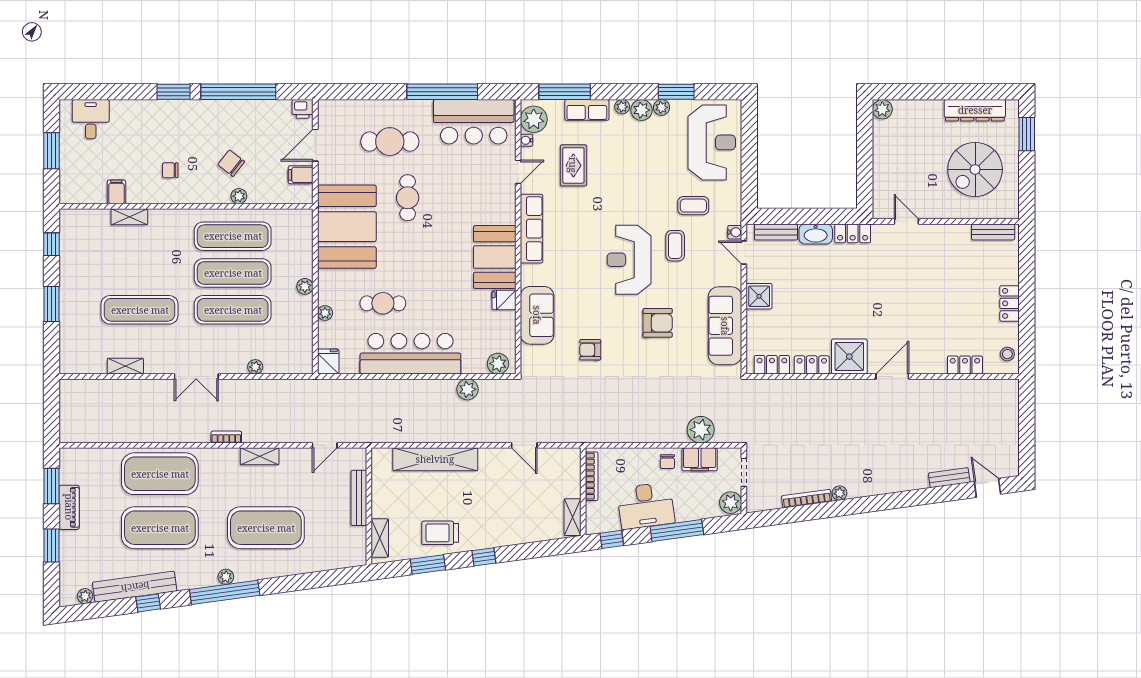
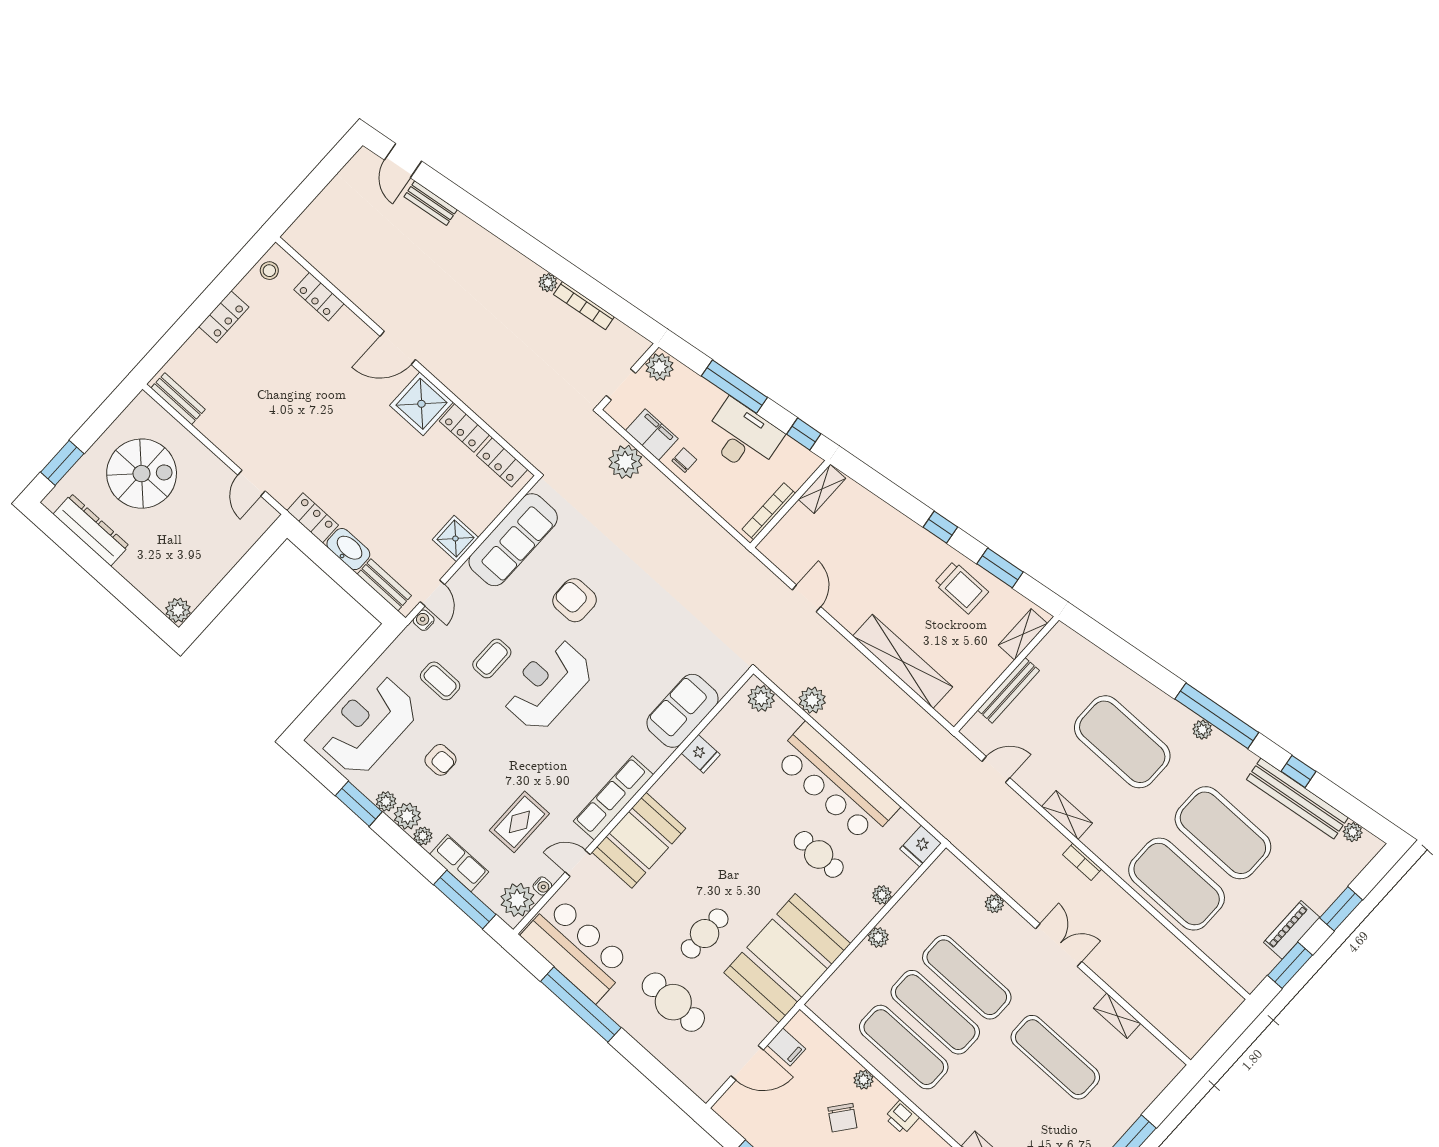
printer: (303, 109) -> (902, 1117), moved, turned 180
booth: (495, 257) -> (639, 840), moved
reception desk: (629, 260) -> (548, 685), turned 180
armchair: (590, 350) -> (440, 760), moved

